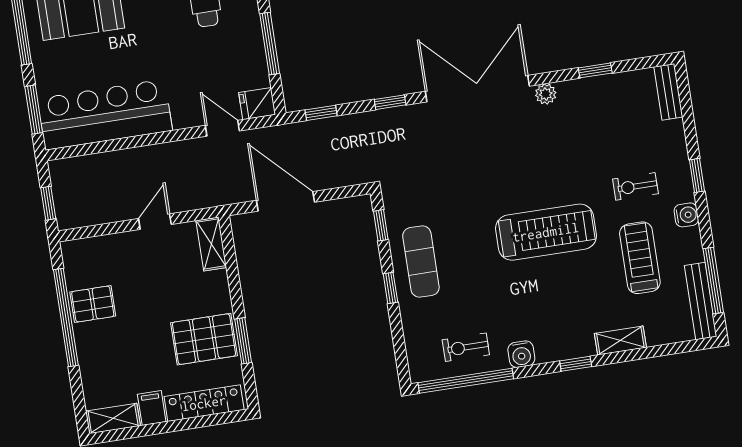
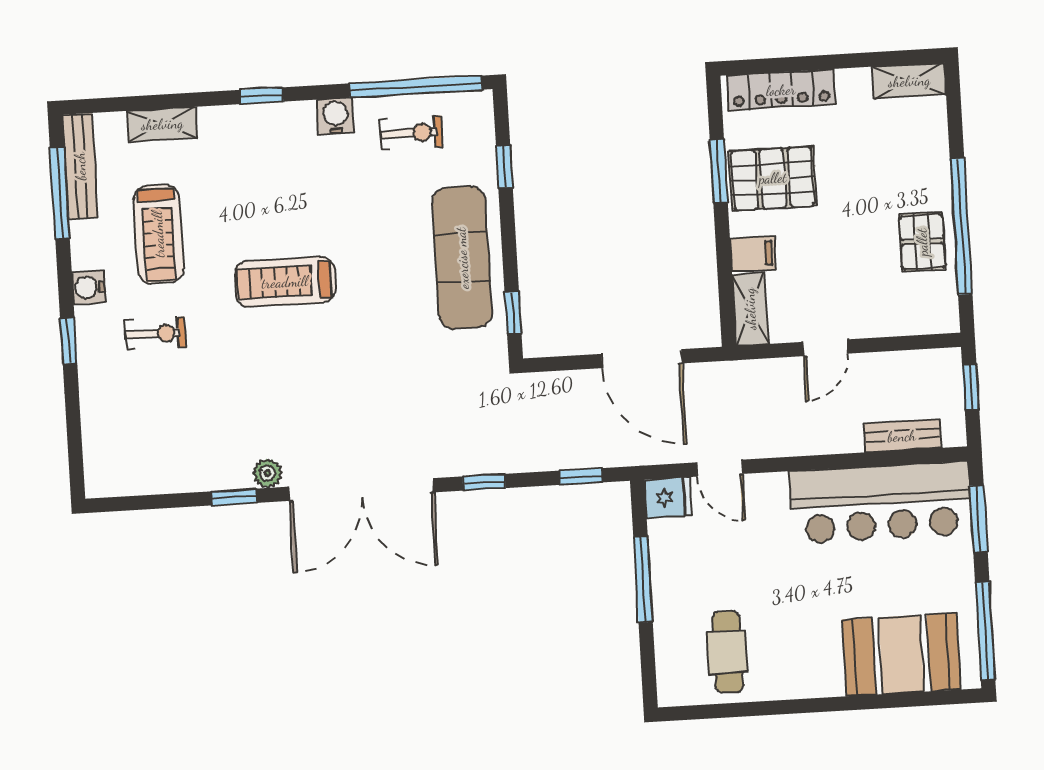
window: (595, 70) -> (234, 497), moved
bench: (668, 92) -> (902, 436), moved, turned 90
treadmill: (546, 232) -> (285, 282), width x0.73, depth x0.73
exercise mat: (421, 262) -> (462, 258), width x1.36, depth x1.45
window: (390, 288) -> (504, 167), moved
pallet: (93, 304) -> (922, 242), turned 90
shelving: (620, 340) -> (162, 124), moved
filing cabinet: (152, 408) -> (753, 254), moved, turned -90

